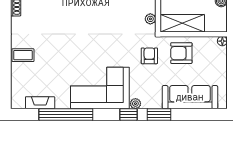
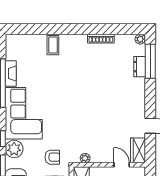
fireplace: (40, 103) -> (11, 74), moved
plant: (135, 104) -> (14, 149), width x1.88, depth x1.88

